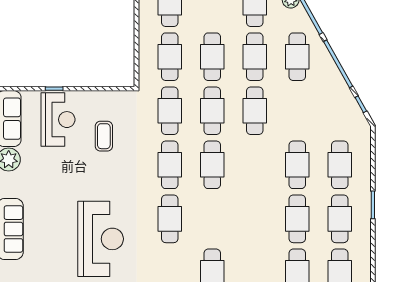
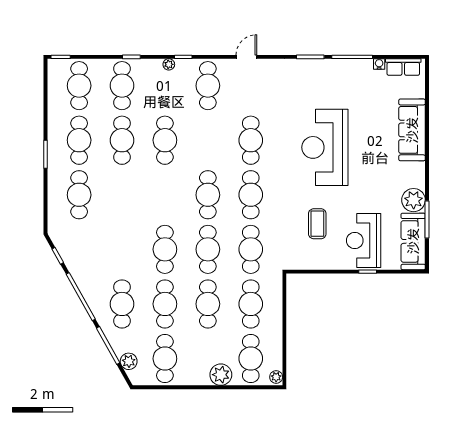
cafe table: (297, 165) -> (165, 140), moved
reception desk: (101, 239) -> (325, 147), moved

